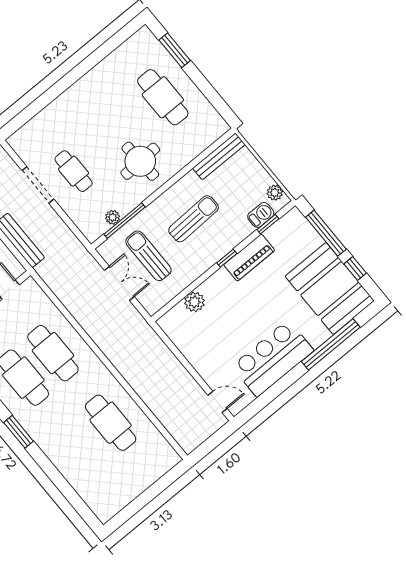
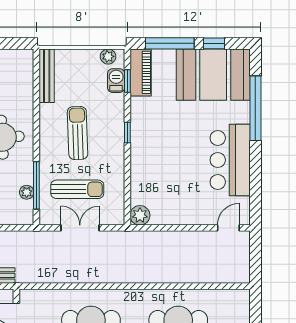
sun lounger: (148, 256) -> (77, 189), turned 180
piano: (249, 258) -> (141, 72), moved
plant: (194, 302) -> (140, 215), moved

